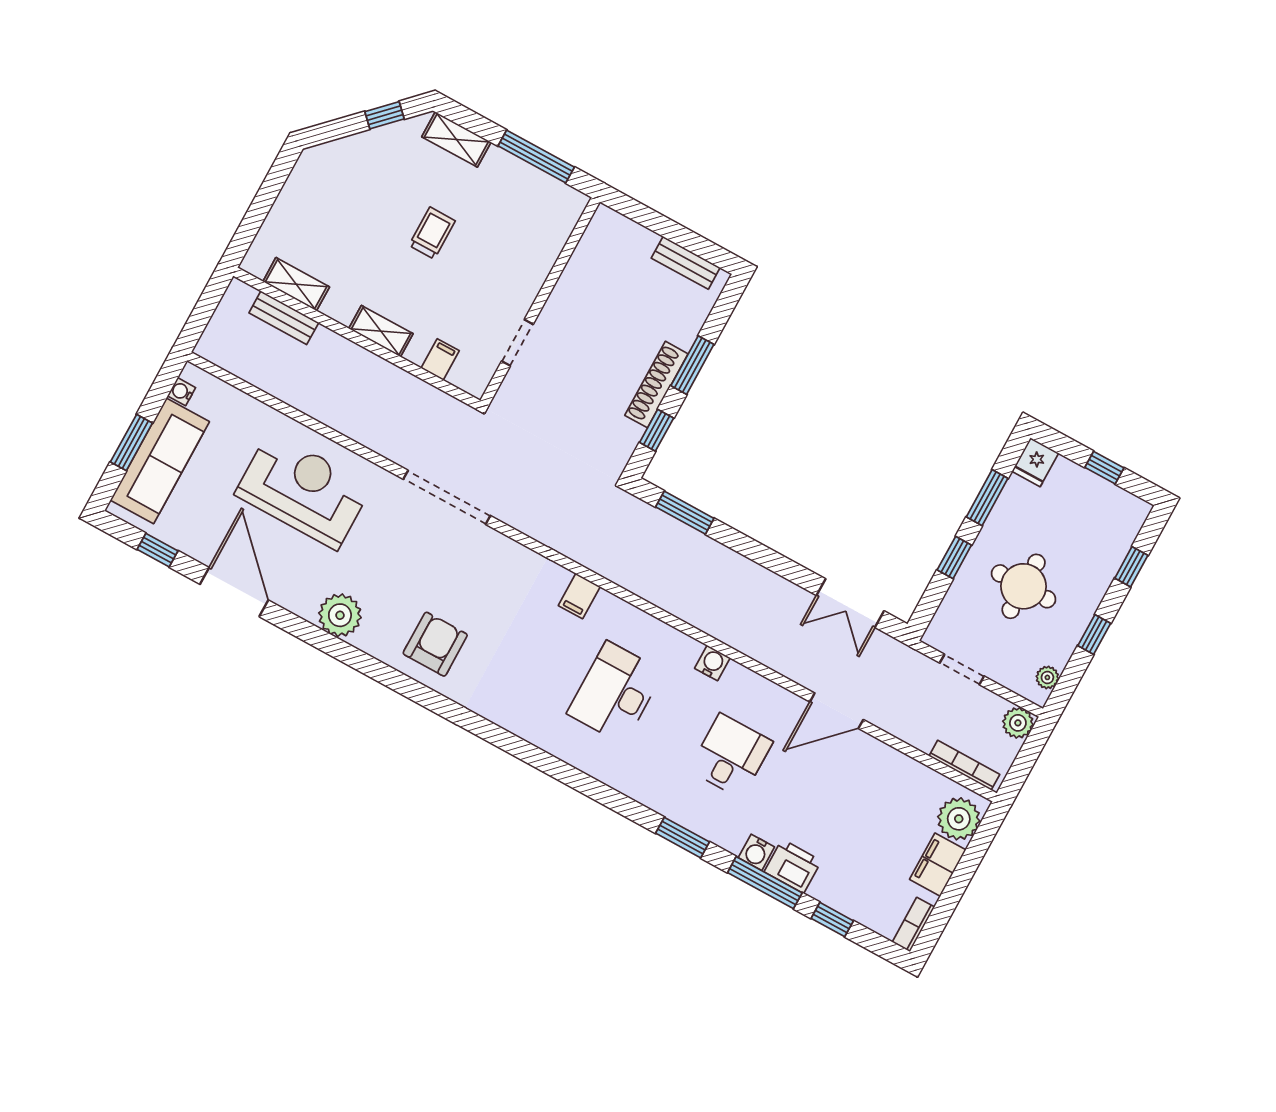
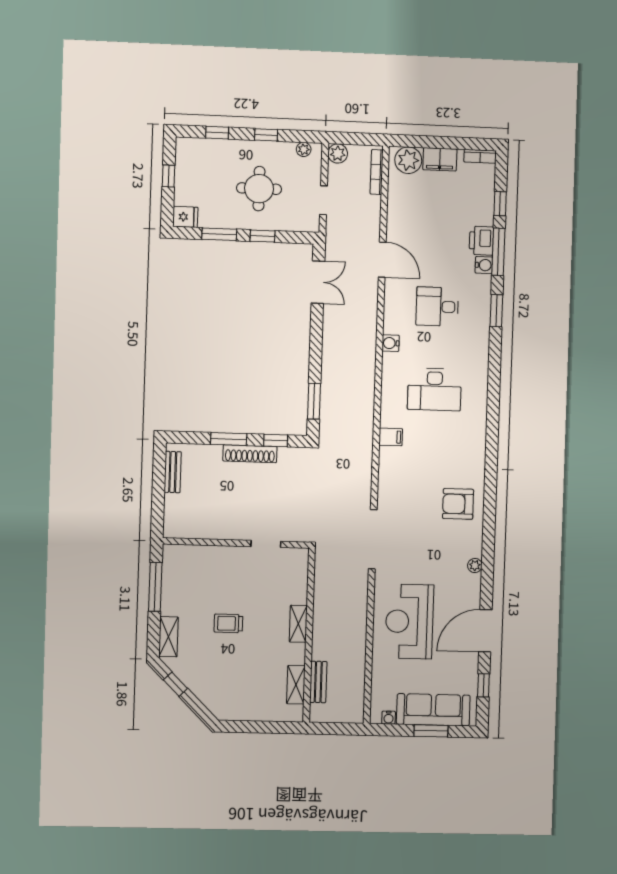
filing cabinet: (440, 359) -> (297, 582), removed
plant: (340, 615) -> (475, 566), width x0.53, depth x0.53

